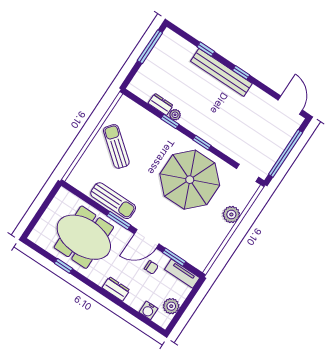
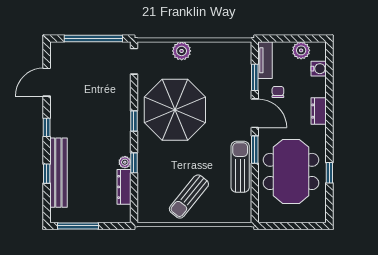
bench: (221, 72) -> (58, 173), moved
dresser: (161, 104) -> (124, 187), width x1.44
door: (290, 105) -> (47, 82), moved

